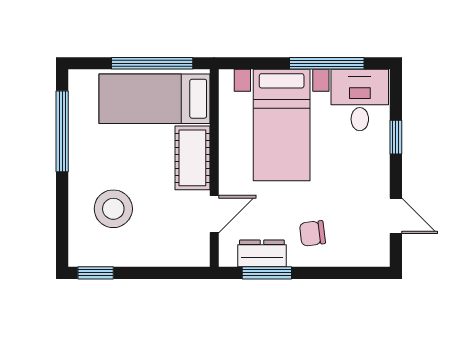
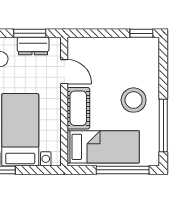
window: (152, 63) -> (123, 170), moved
stool: (113, 209) -> (134, 100), moved
door: (214, 214) -> (64, 72), swing flipped

